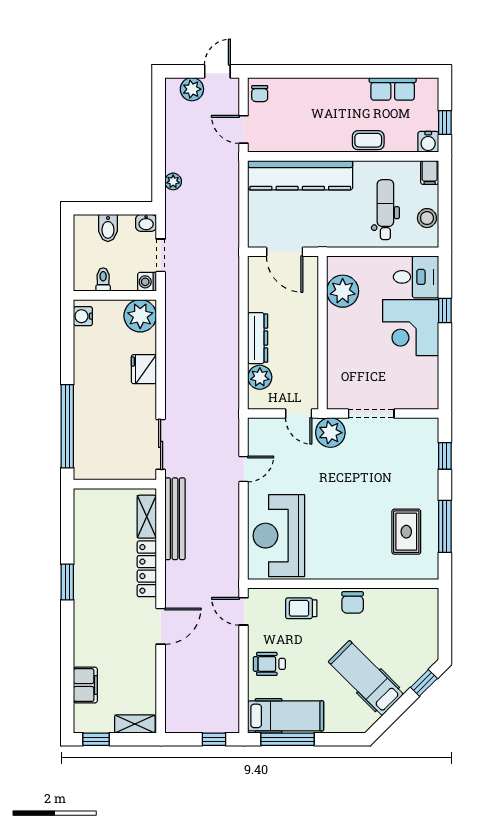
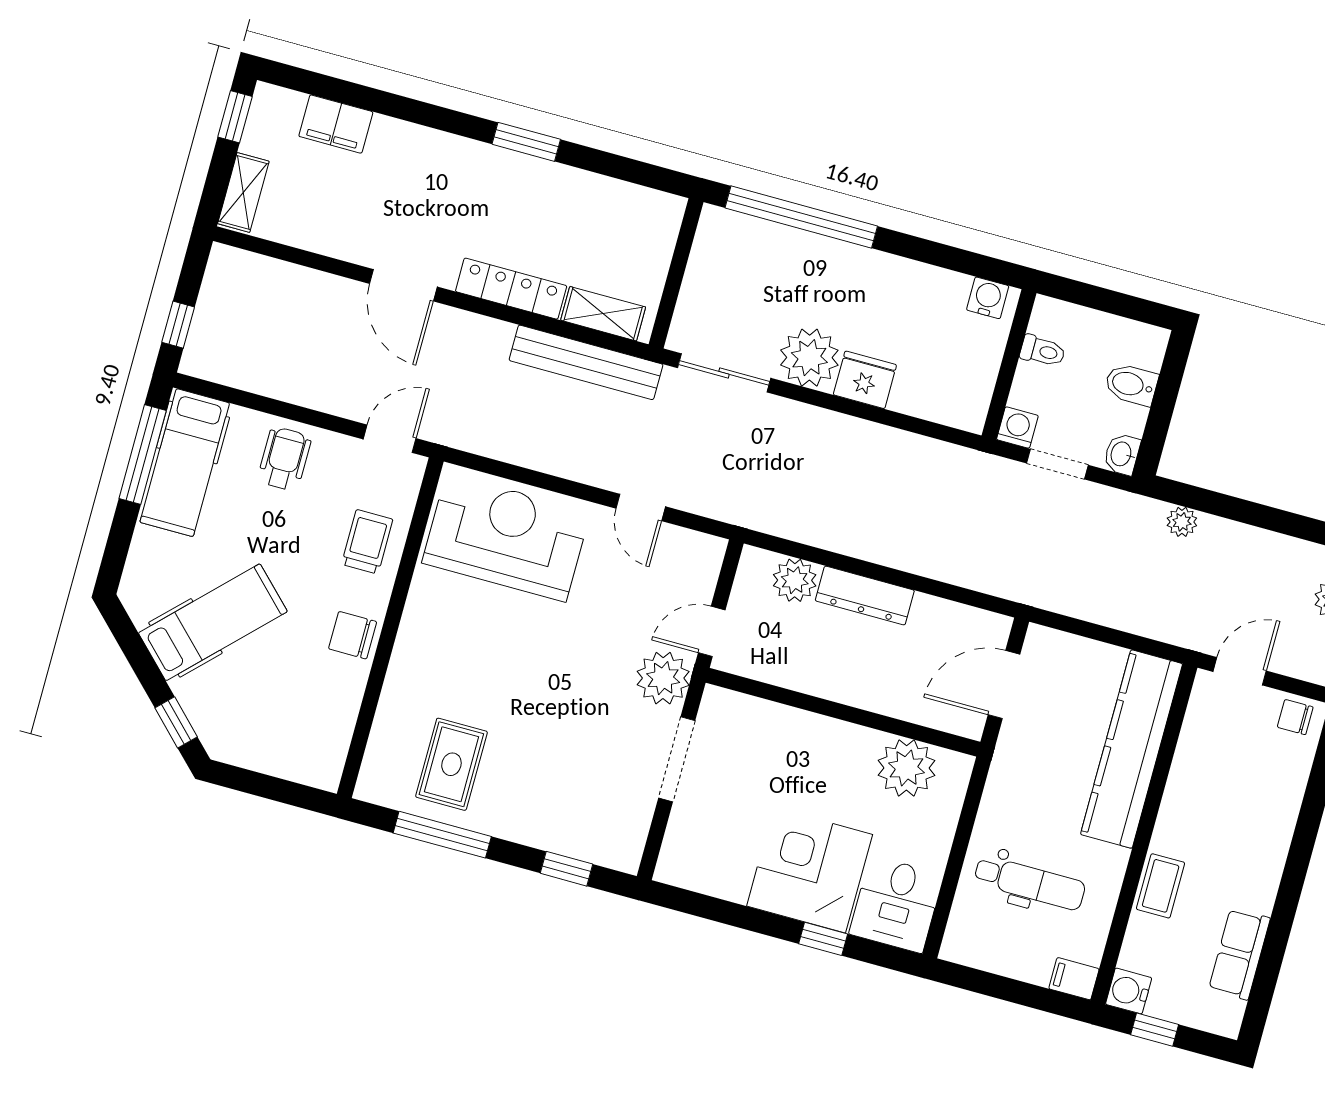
stool: (427, 218) -> (995, 952), removed
plant: (140, 316) -> (809, 358), moved
rug: (406, 532) -> (451, 764), turned 90

